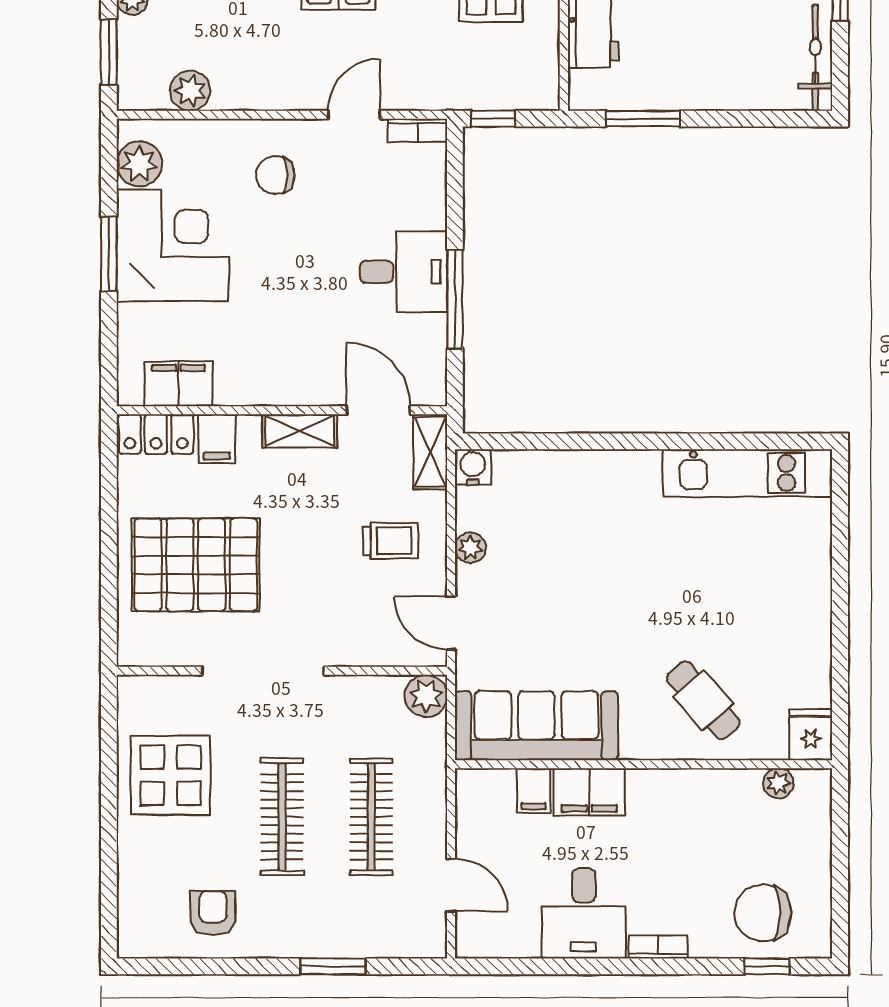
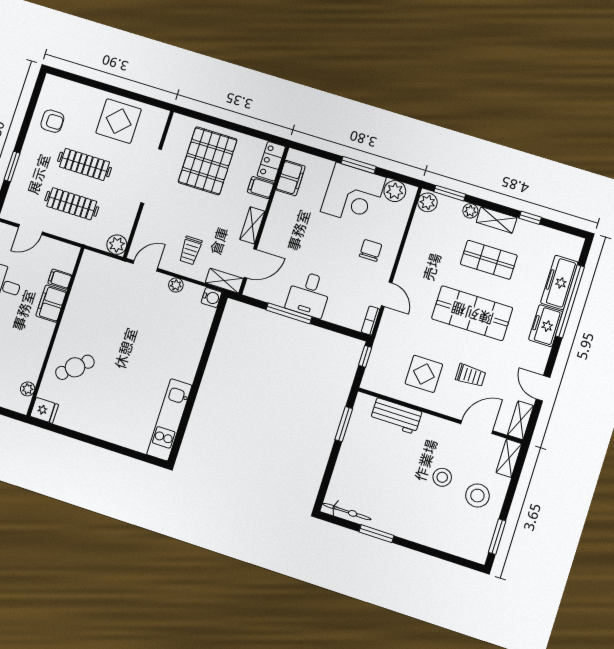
plant: (190, 91) -> (428, 202), moved
sofa: (536, 726) -> (88, 289), removed

